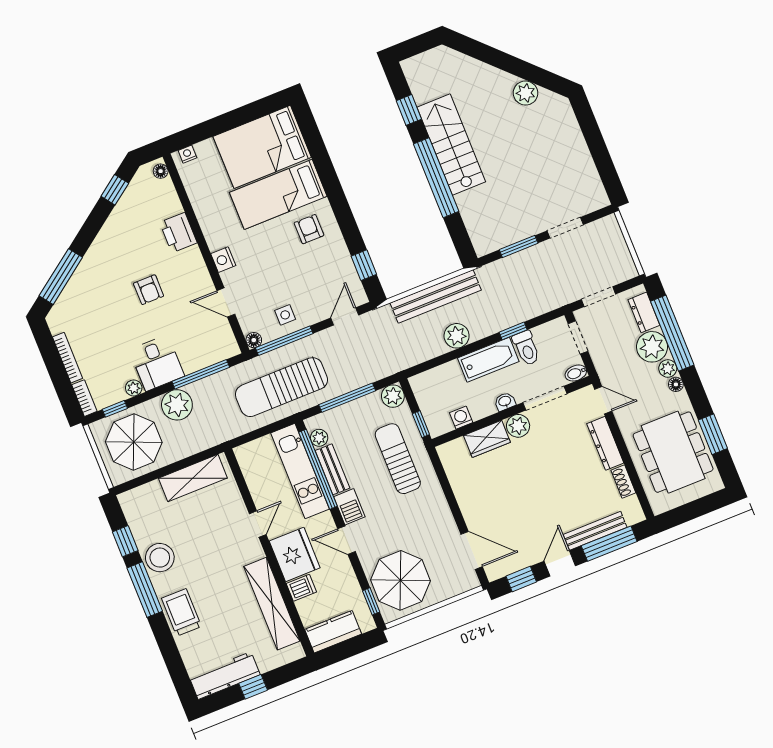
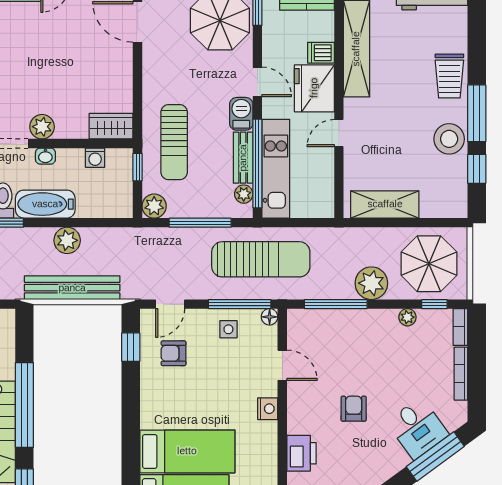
armchair: (309, 229) -> (173, 353), moved, turned 90
desk: (157, 363) -> (418, 428), moved, turned 144
wardrobe: (487, 439) -> (111, 126), moved

